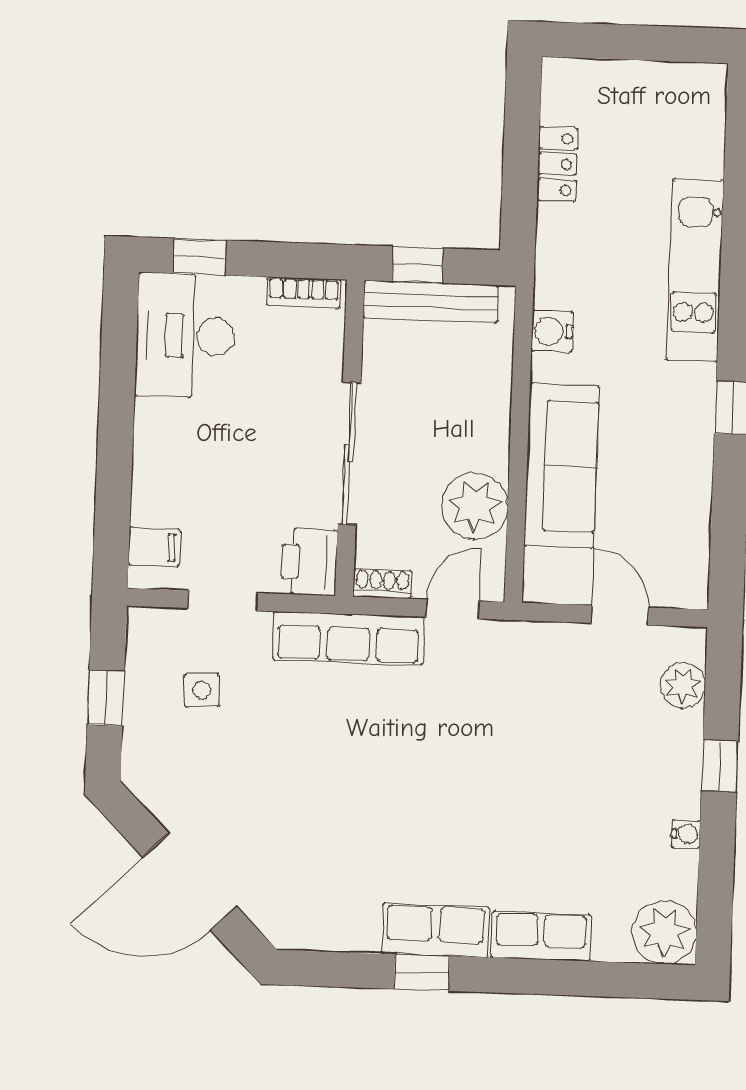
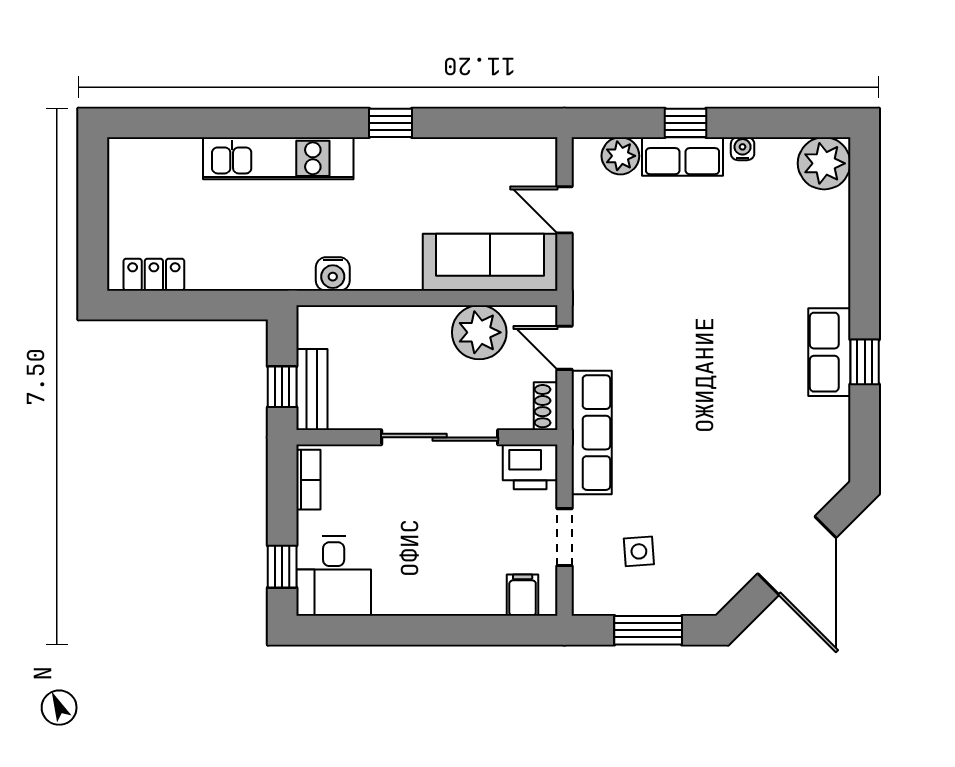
locker: (557, 164) -> (154, 275), moved
bench: (431, 301) -> (312, 390), width x0.73
desk: (185, 336) -> (334, 576), width x0.73
sofa: (562, 466) -> (490, 262), moved
door: (620, 615) -> (564, 210), hinge flipped
window: (106, 698) -> (648, 630), width x1.50
row of seats: (541, 936) -> (682, 156), moved, turned -90

